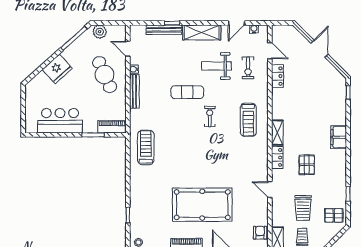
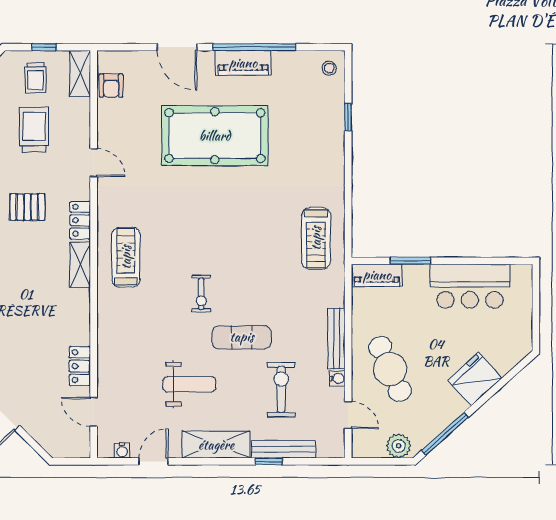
exercise bike: (248, 68) -> (281, 389), moved, width x1.38, depth x1.39
treadmill: (248, 120) -> (126, 257), moved
pallet: (307, 165) -> (27, 207), turned 90

